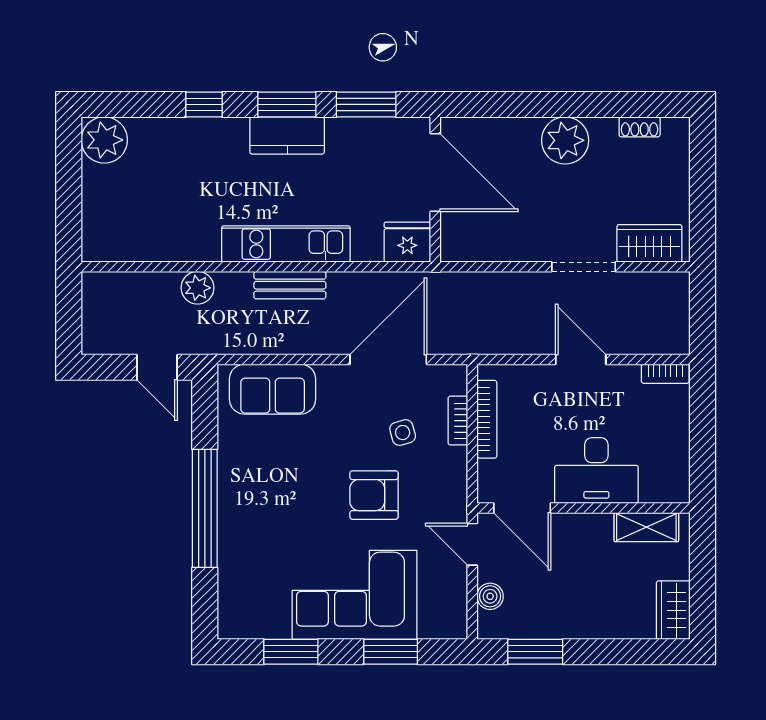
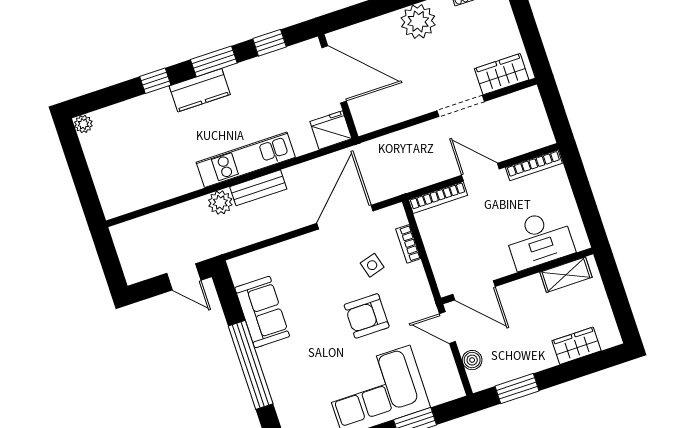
window: (366, 104) -> (270, 43), width x0.67
kitchen counter: (287, 135) -> (200, 90), moved
plant: (104, 140) -> (83, 124), width x0.53, depth x0.53
plant: (197, 288) -> (220, 202), moved
bookcase: (665, 374) -> (534, 165), width x1.56
sofa: (273, 389) -> (262, 312), moved, turned -90
bookcase: (487, 419) -> (438, 198), moved, turned 90
desk: (596, 471) -> (539, 239), moved
wardrobe: (673, 610) -> (576, 346), moved, turned 90

